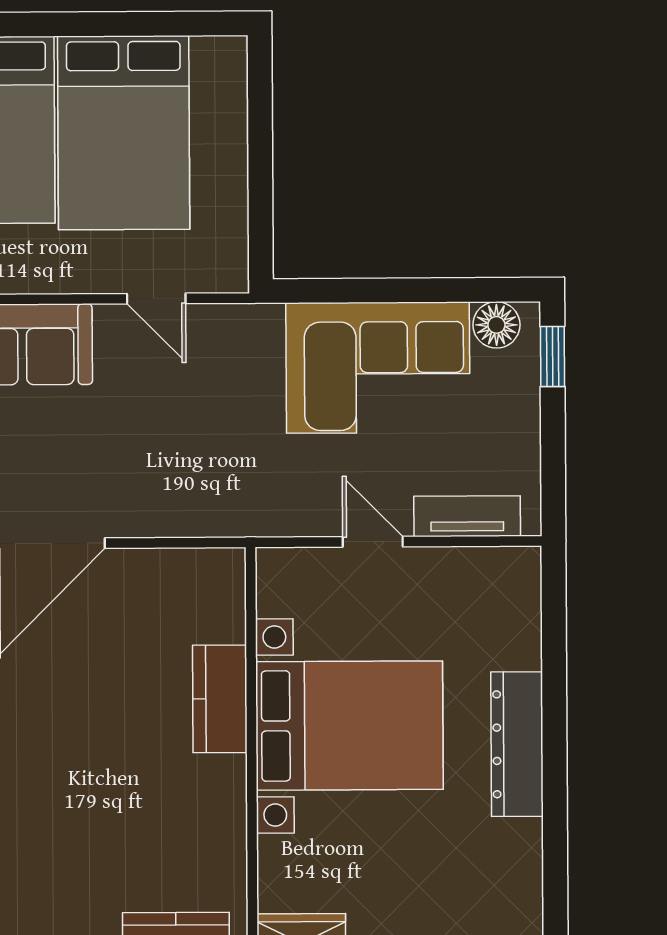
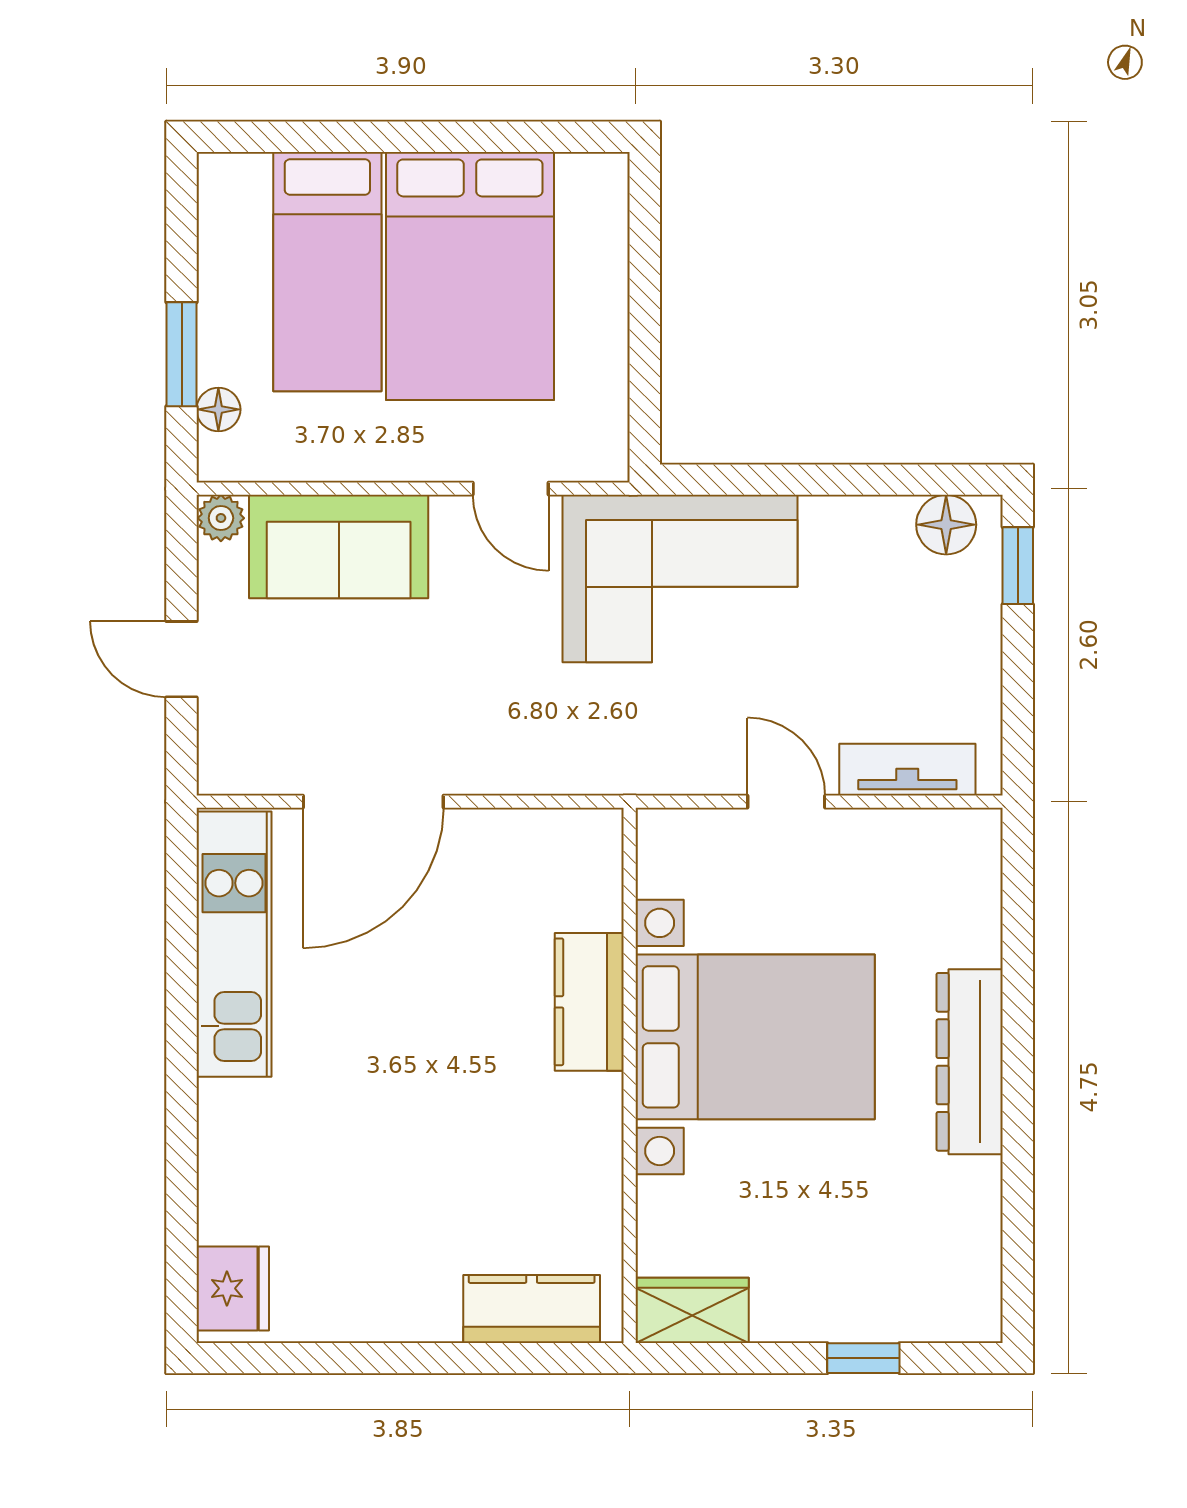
corner sofa: (378, 368) -> (680, 579), moved

